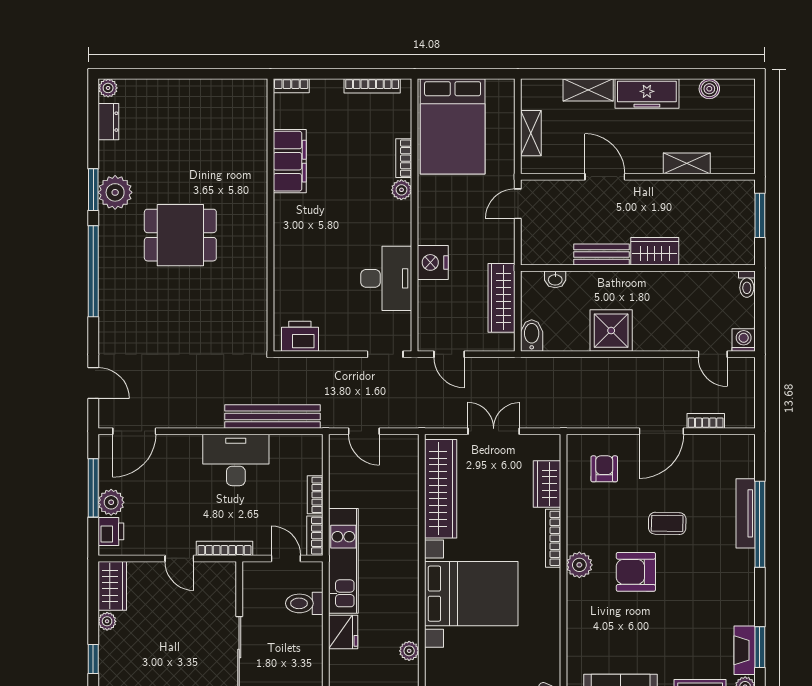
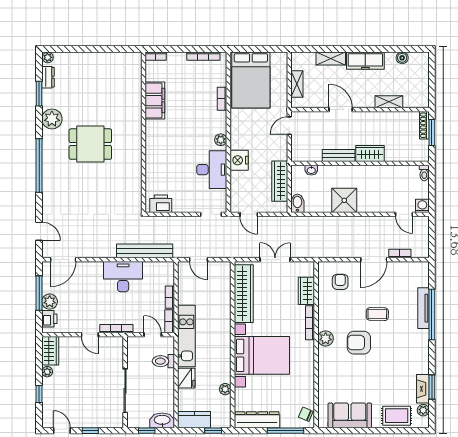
window: (93, 190) -> (39, 94), moved
plant: (401, 190) -> (221, 140), moved
shoe rack: (747, 203) -> (424, 125), added

